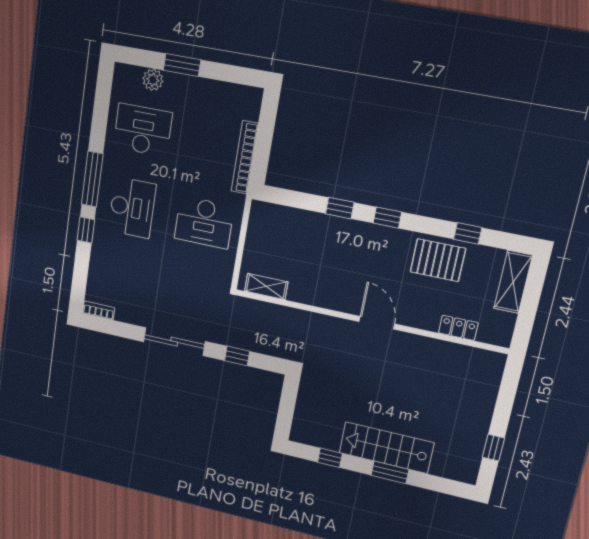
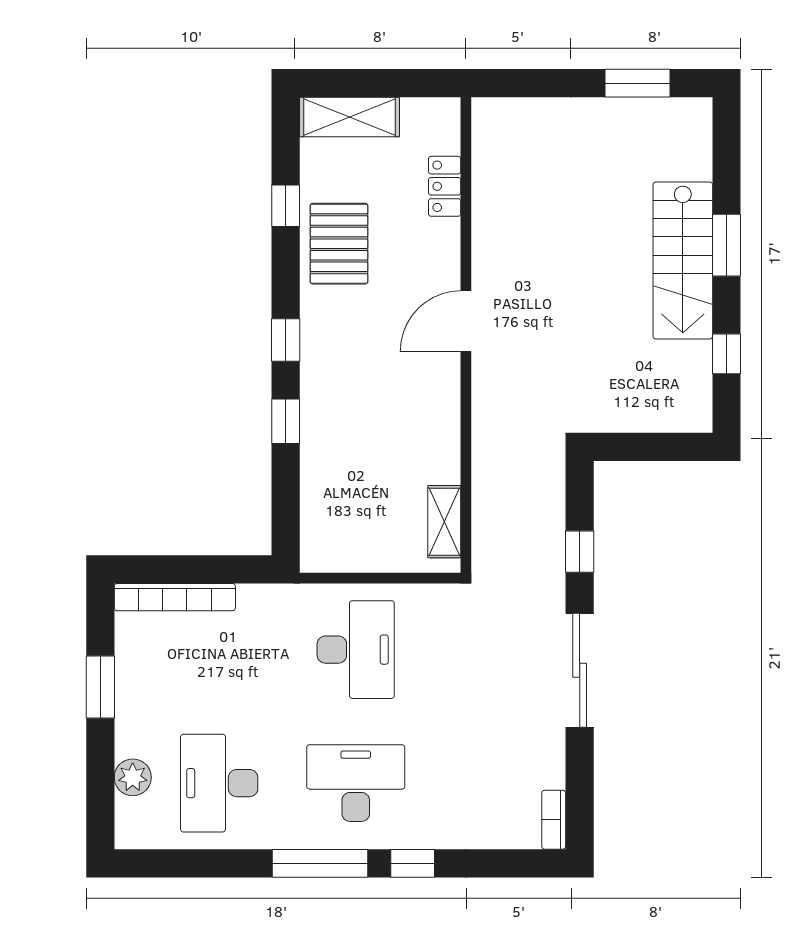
window: (182, 65) -> (100, 687), moved
bookcase: (245, 157) -> (175, 597), moved
window: (493, 448) -> (638, 83), width x1.50

